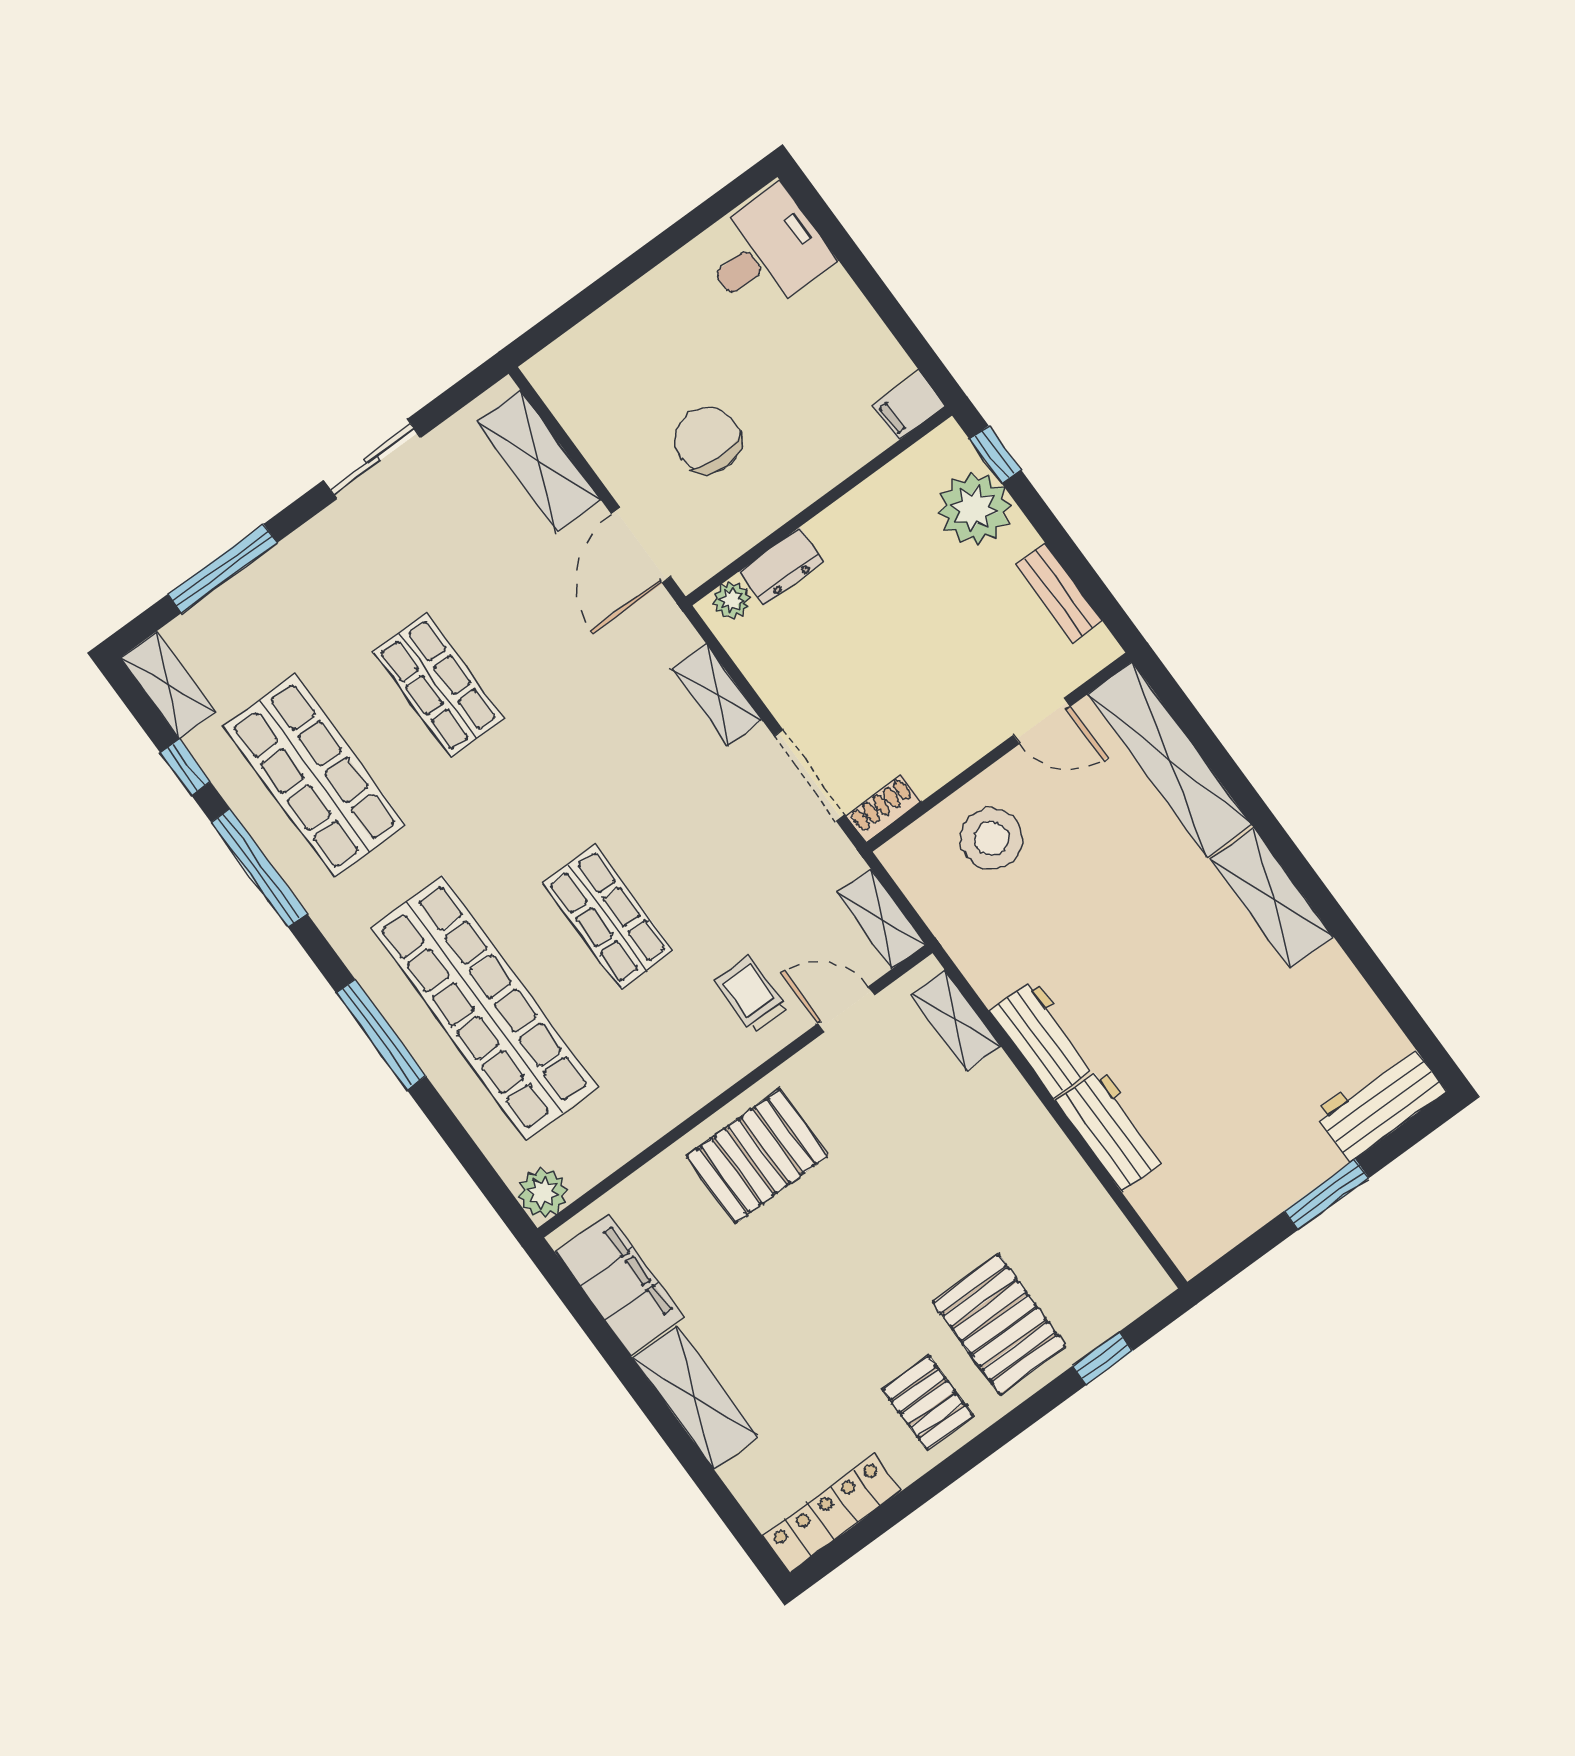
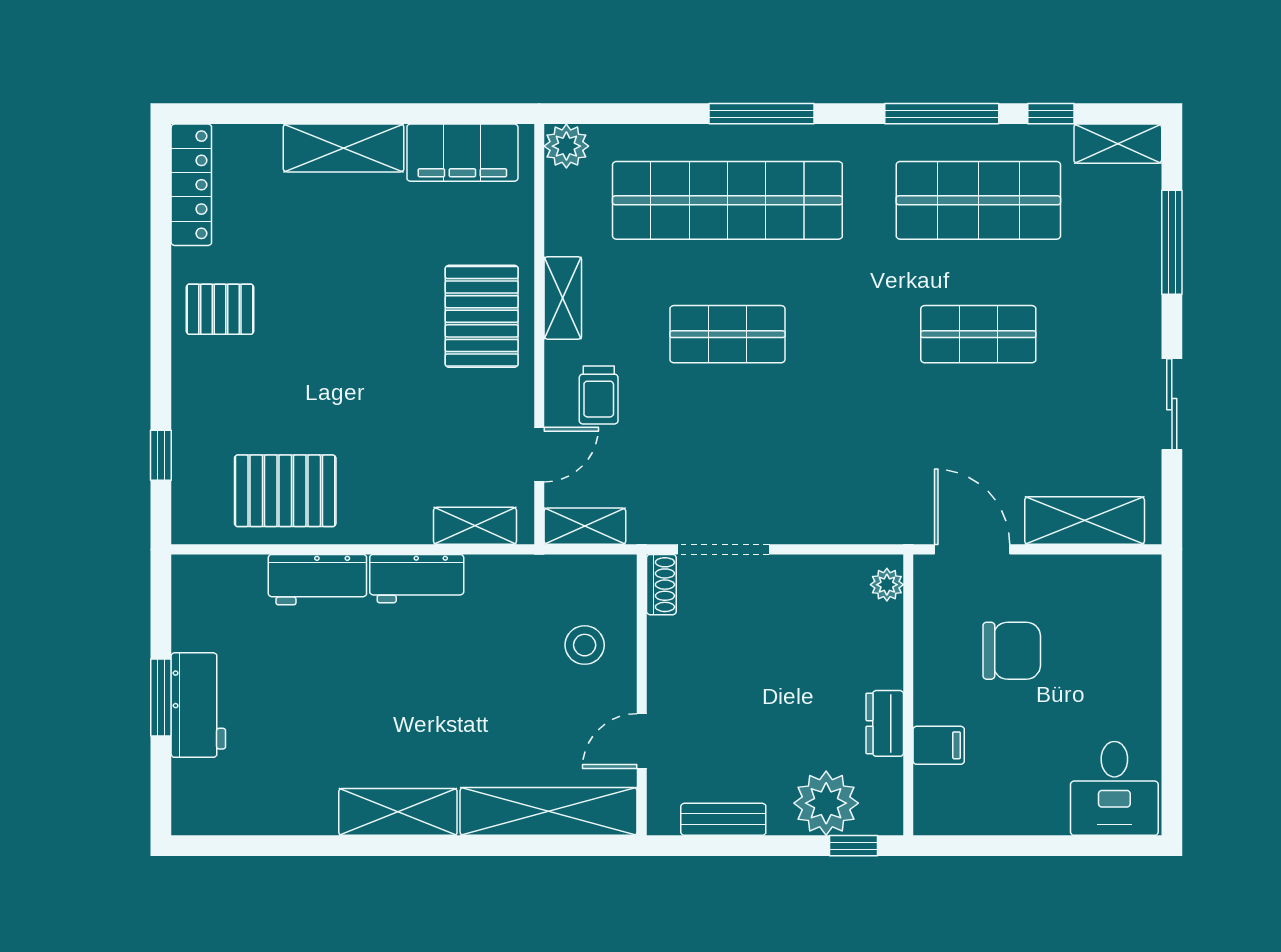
filing cabinet: (909, 406) -> (939, 745), moved, turned 90
dresser: (782, 567) -> (885, 723), moved
shelving: (717, 695) -> (563, 298), moved, turned 90
stool: (992, 839) -> (585, 645), width x0.73, depth x0.73
trolley: (751, 995) -> (599, 395), turned 90
workbench: (1380, 1102) -> (198, 705), moved
pallet: (999, 1324) -> (285, 491), moved

